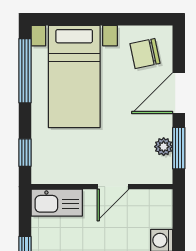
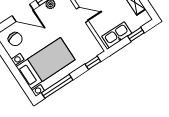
kitchen sink: (57, 203) -> (117, 35), moved, turned -90

